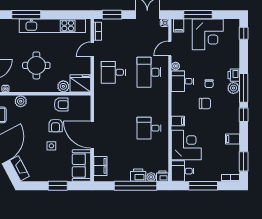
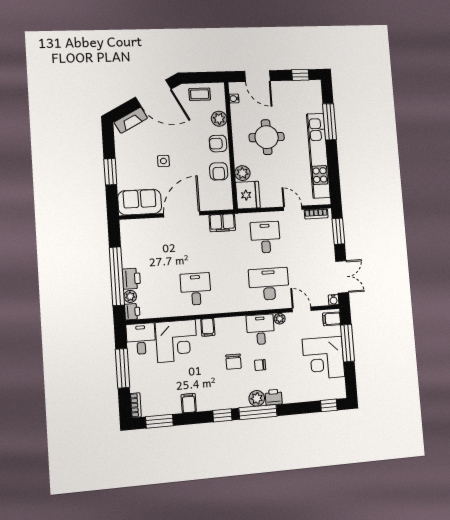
armchair: (56, 125) -> (218, 144), moved
filing cabinet: (100, 166) -> (222, 223), moved

